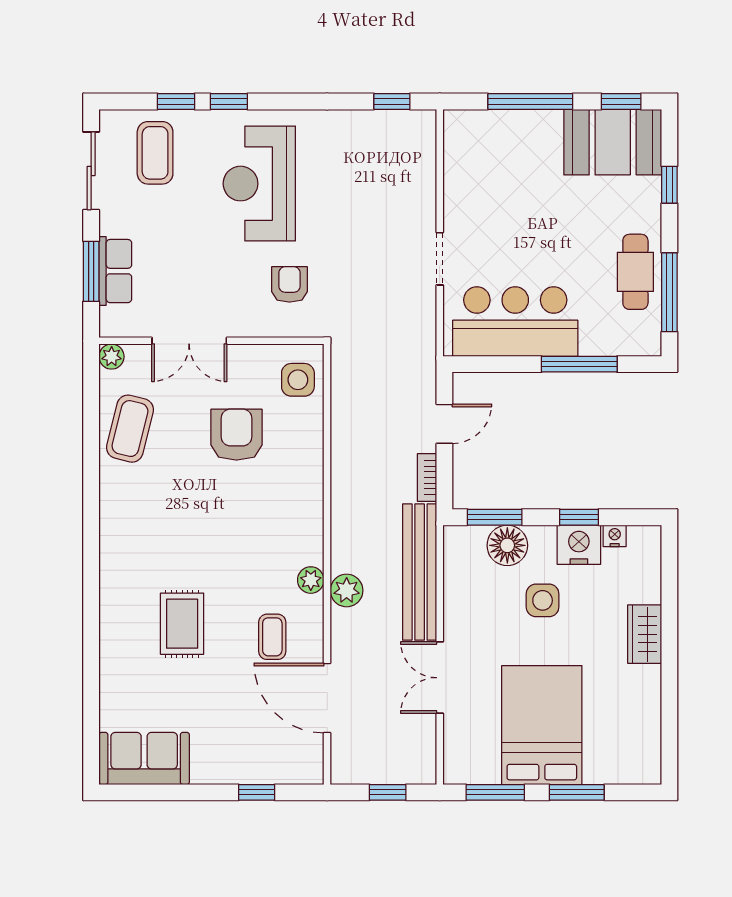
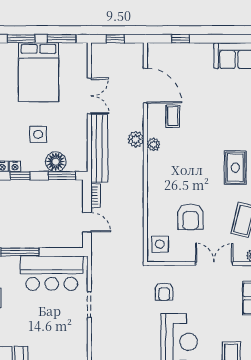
door: (444, 424) -> (87, 222), swing flipped
nightstand: (579, 545) -> (15, 166), width x0.53, depth x0.56
rug: (182, 624) -> (235, 168), moved

